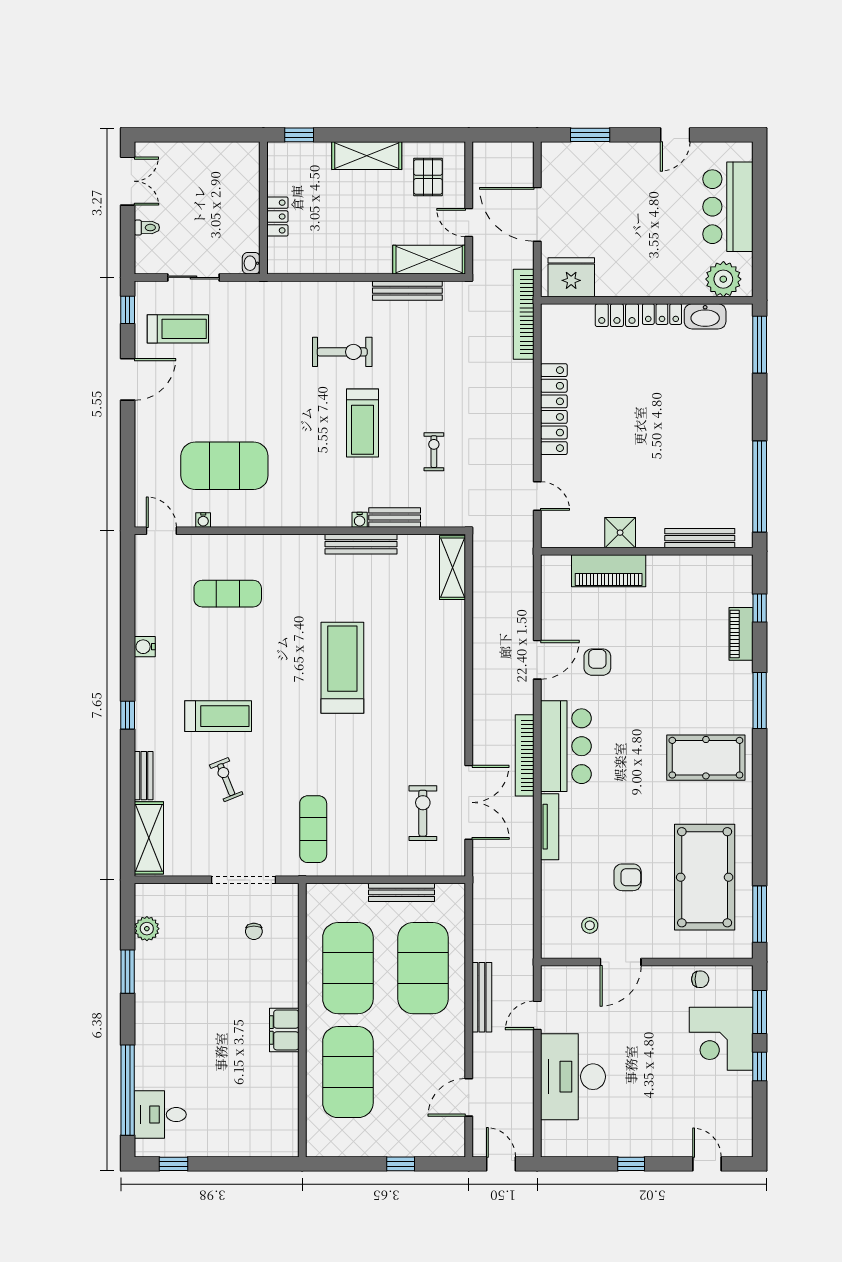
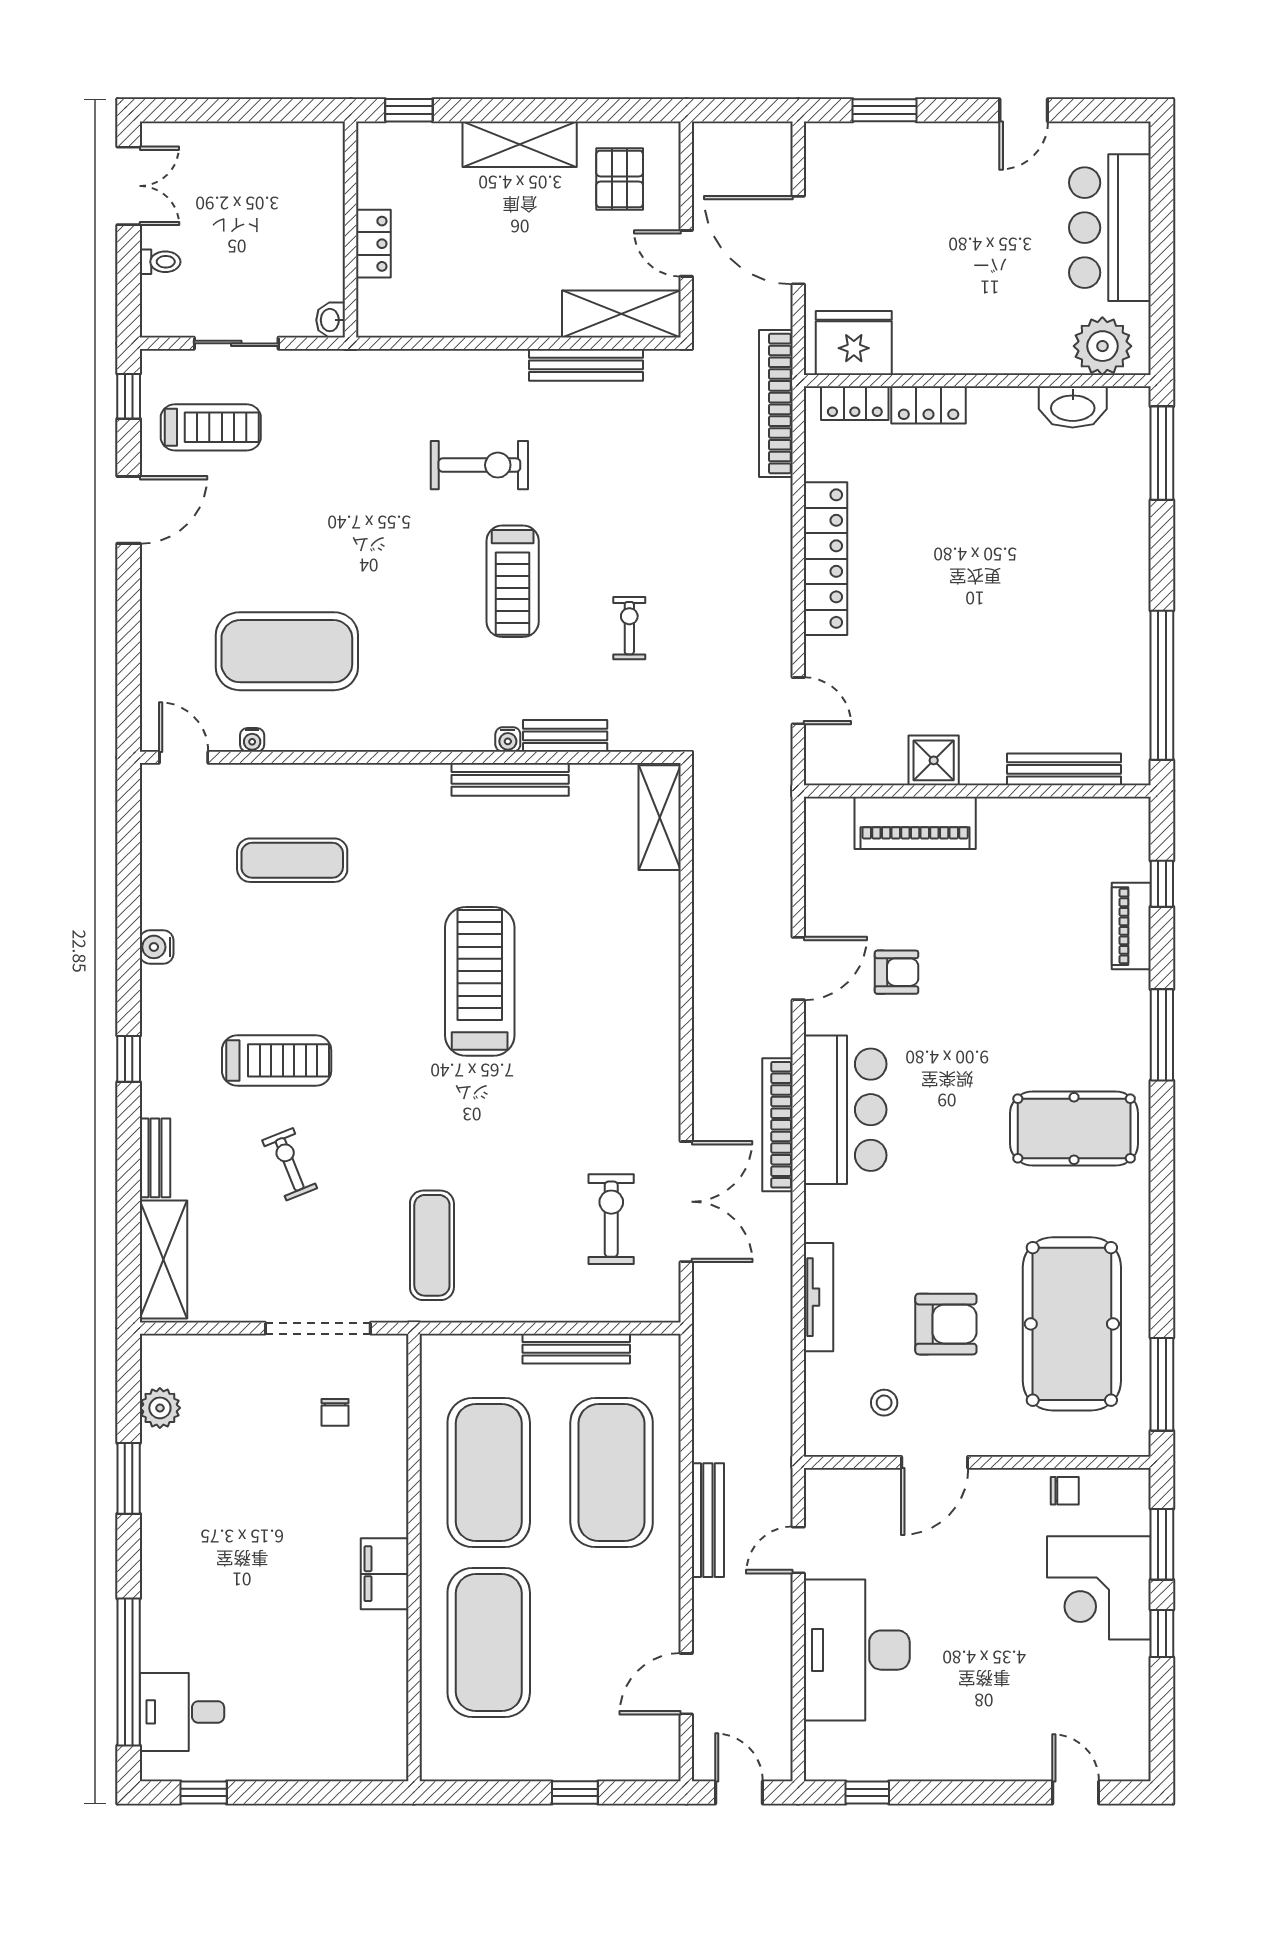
locker: (662, 314) -> (855, 403), moved
armchair: (597, 662) -> (897, 972), turned 90
tv unit: (550, 827) -> (818, 1297), moved
armchair: (628, 877) -> (946, 1324), width x1.38, depth x1.38
window: (631, 1164) -> (867, 1793), moved

